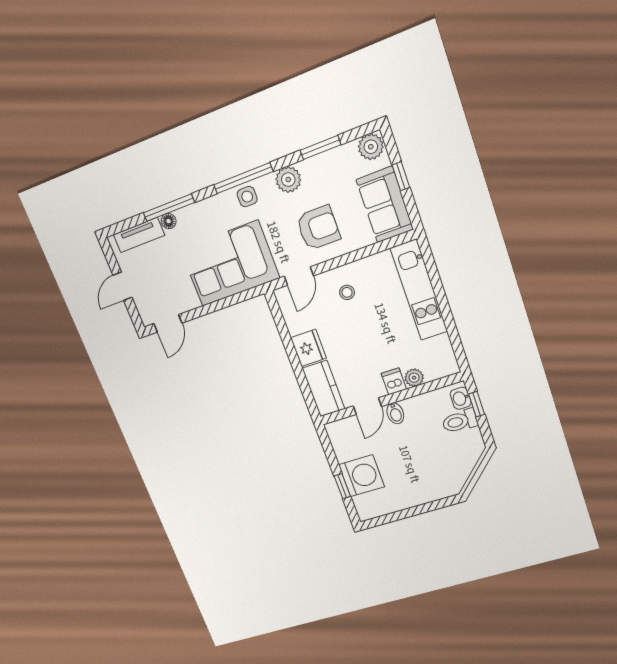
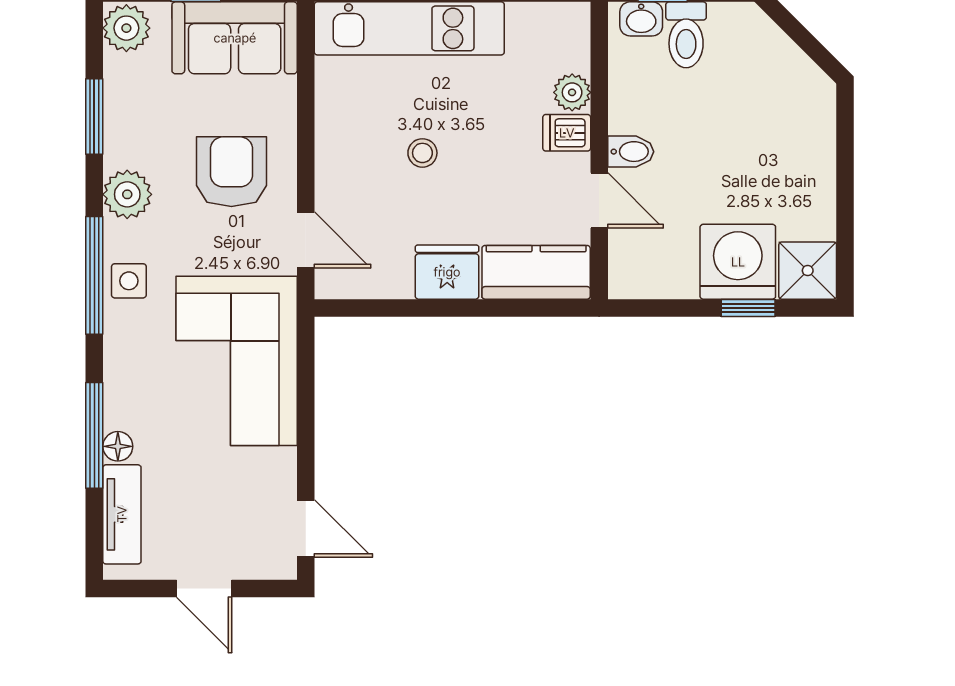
stool: (347, 292) -> (422, 153), moved
shower: (369, 507) -> (808, 271), added

